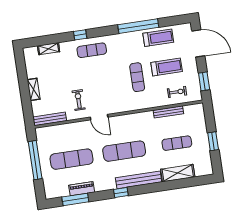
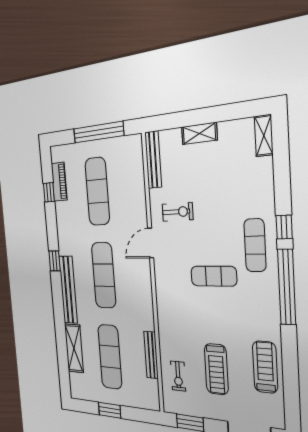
window: (138, 26) -> (287, 287), moved
treadmill: (158, 38) -> (265, 367), turned 180
shelving: (49, 49) -> (264, 136), moved
exercise mat: (137, 77) -> (214, 276), moved
exercise mat: (177, 143) -> (110, 357), width x1.36, depth x1.45
piano: (82, 189) -> (59, 182), moved
window: (75, 199) -> (49, 192), width x0.46

